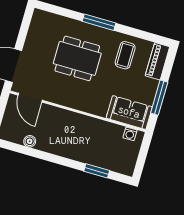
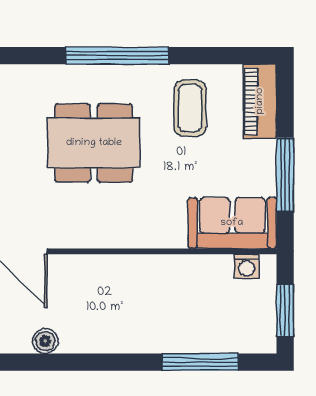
window: (99, 22) -> (117, 56), width x1.46
window: (142, 159) -> (285, 311), added
window: (97, 171) -> (200, 362), width x1.44

